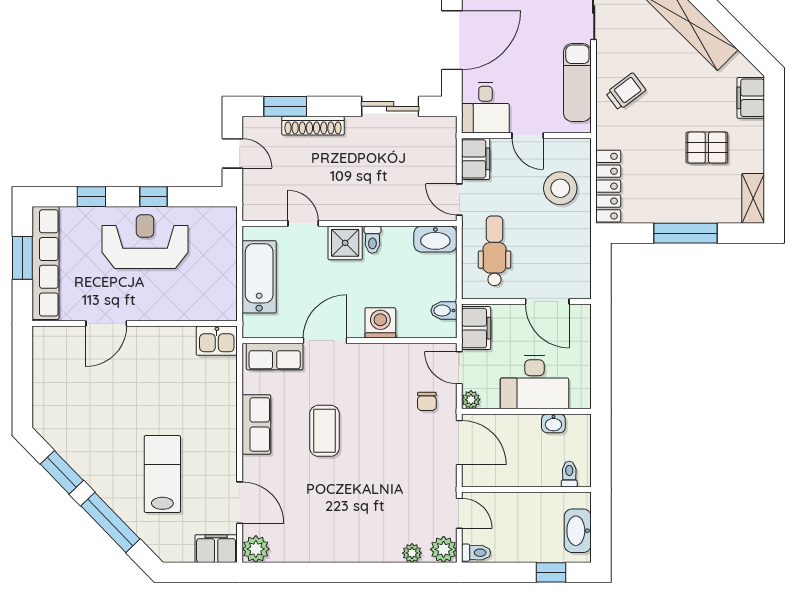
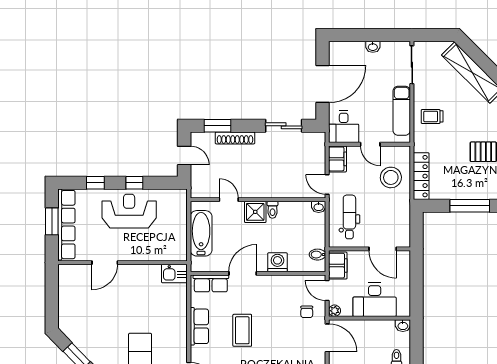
trolley: (626, 92) -> (432, 116), turned -143
washbasin: (435, 239) -> (319, 207), width x0.52, depth x0.69
washbasin: (553, 423) -> (403, 326), moved

